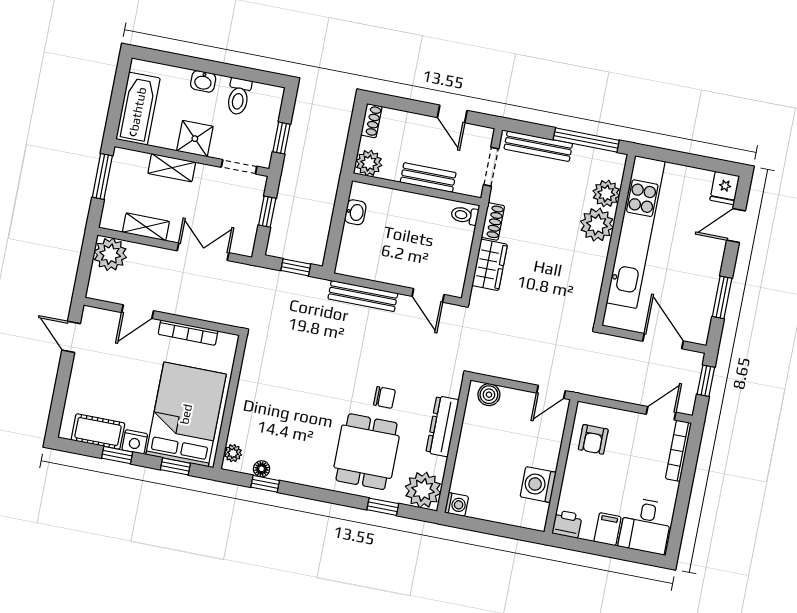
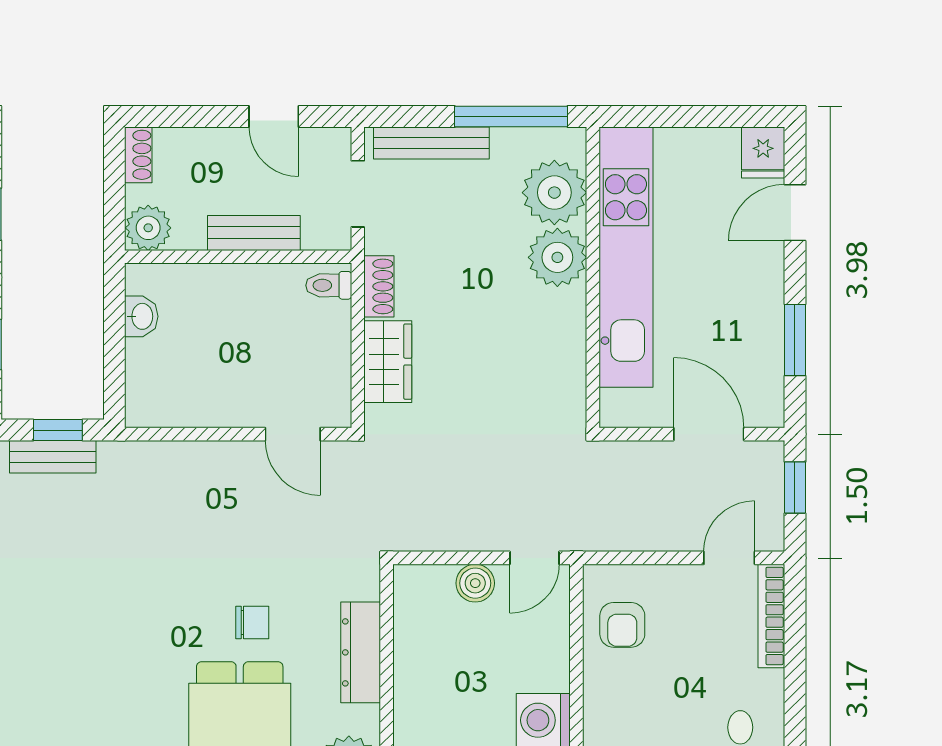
plant: (606, 193) -> (554, 193), width x1.36, depth x1.36
bench: (363, 296) -> (53, 457), moved, width x0.73
boiler: (489, 395) -> (475, 583), moved

